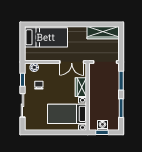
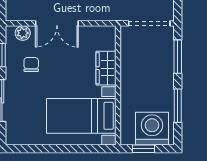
double door: (72, 62) -> (57, 23), moved
washing machine: (102, 125) -> (152, 129), width x1.89, depth x1.89

